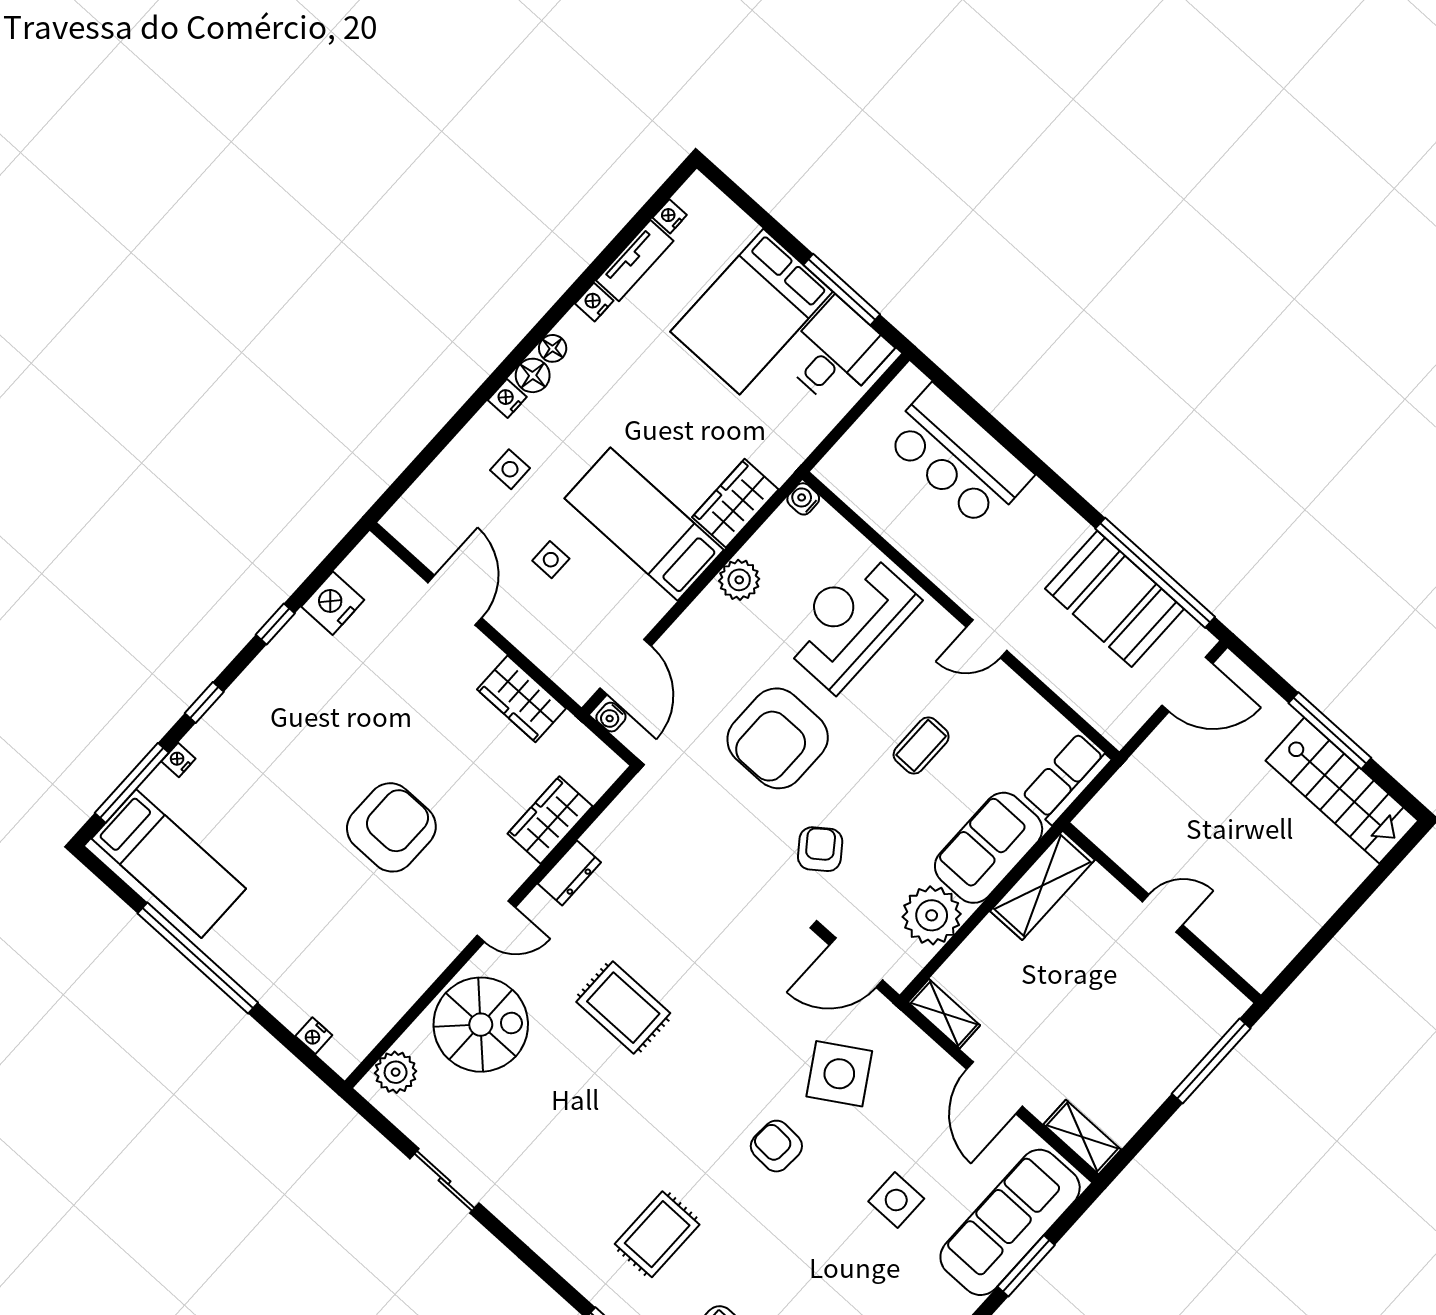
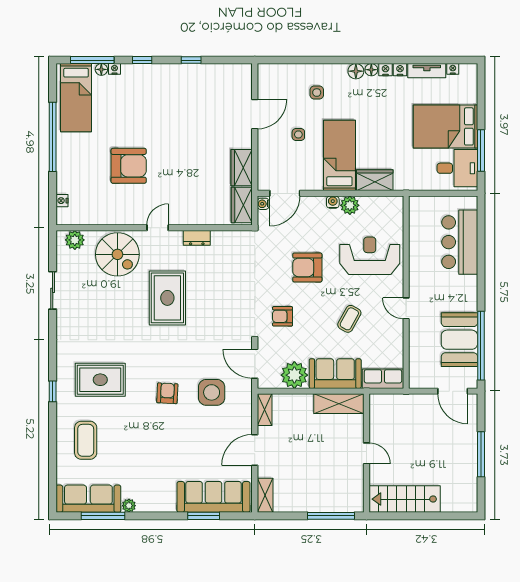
nightstand: (507, 398) -> (386, 70), moved
water cooler: (803, 499) -> (333, 202), moved
nightstand: (333, 603) -> (216, 73), removed
armchair: (778, 738) -> (307, 267), width x0.73, depth x0.73
coffee table: (921, 746) -> (349, 319), turned -61
floor lamp: (160, 782) -> (101, 69), added
stairs: (1342, 791) -> (405, 499), moved, turned 90
wardrobe: (550, 820) -> (242, 205), moved, turned -90
armchair: (391, 827) -> (129, 166), moved
armchair: (820, 849) -> (283, 316), turned -143
door: (496, 921) -> (158, 228), swing flipped
rug: (623, 1008) -> (167, 298), width x1.36, depth x1.43
side table: (839, 1074) -> (212, 392), turned 32
side table: (896, 1200) -> (186, 451), removed
rug: (657, 1234) -> (100, 380), width x1.36, depth x1.43

